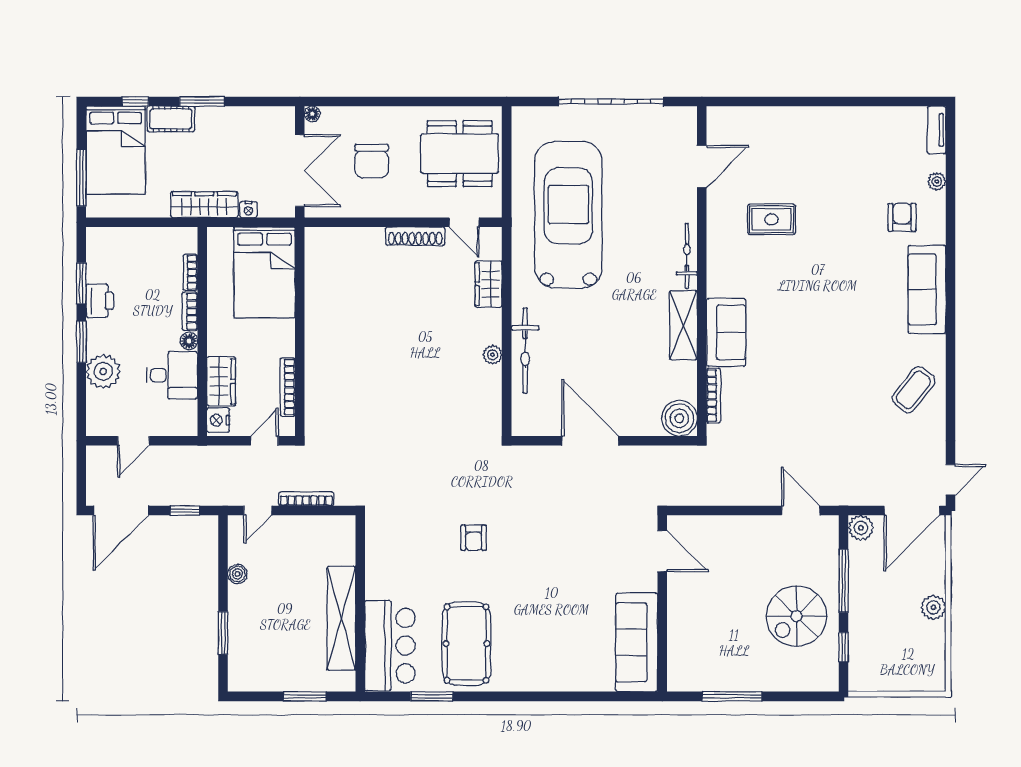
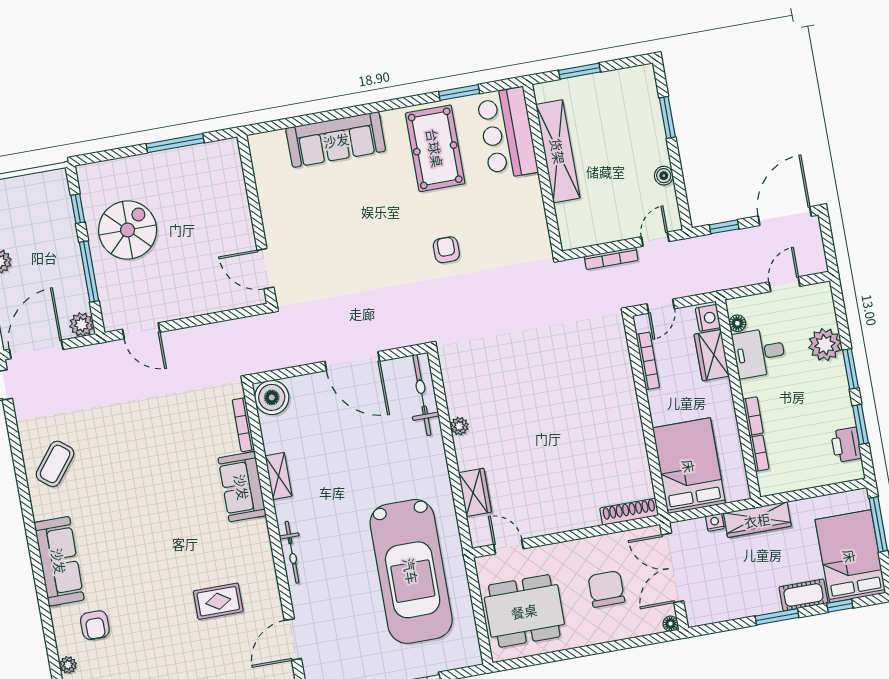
shoe rack: (415, 236) -> (629, 512), moved
printer: (100, 301) -> (846, 445), moved
shelving: (683, 325) -> (278, 476), width x0.67, depth x0.75
floor lamp: (189, 341) -> (737, 323), moved
bicycle: (525, 351) -> (422, 395), moved
sofa: (637, 642) -> (336, 140), moved, turned 90

